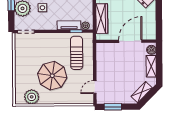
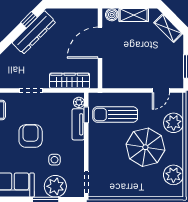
door: (130, 41) -> (100, 43), hinge flipped
door: (95, 87) -> (161, 90), hinge flipped
plant: (71, 97) -> (174, 123), added

